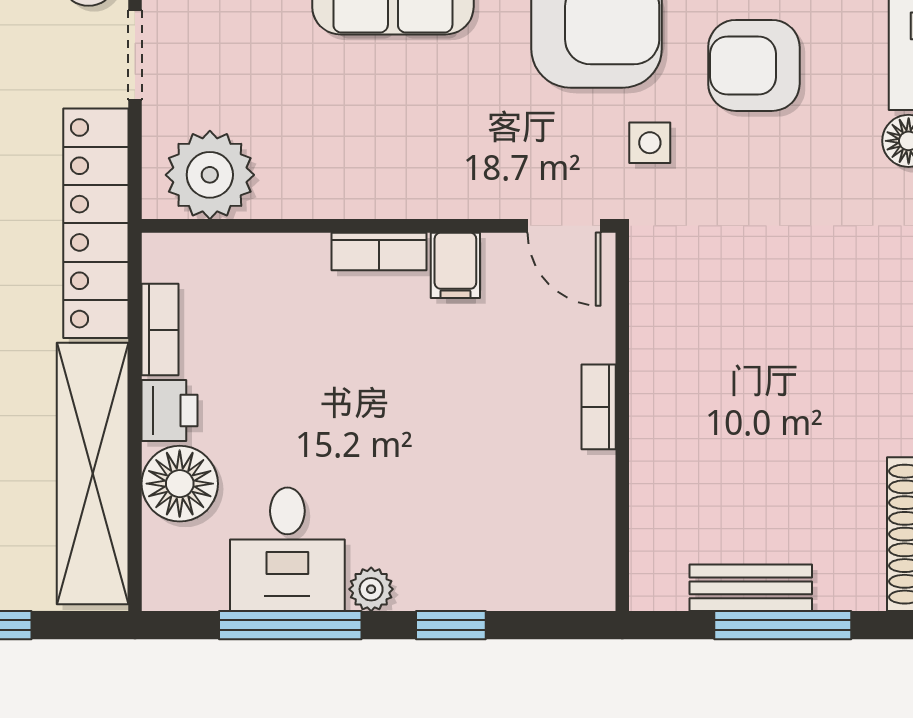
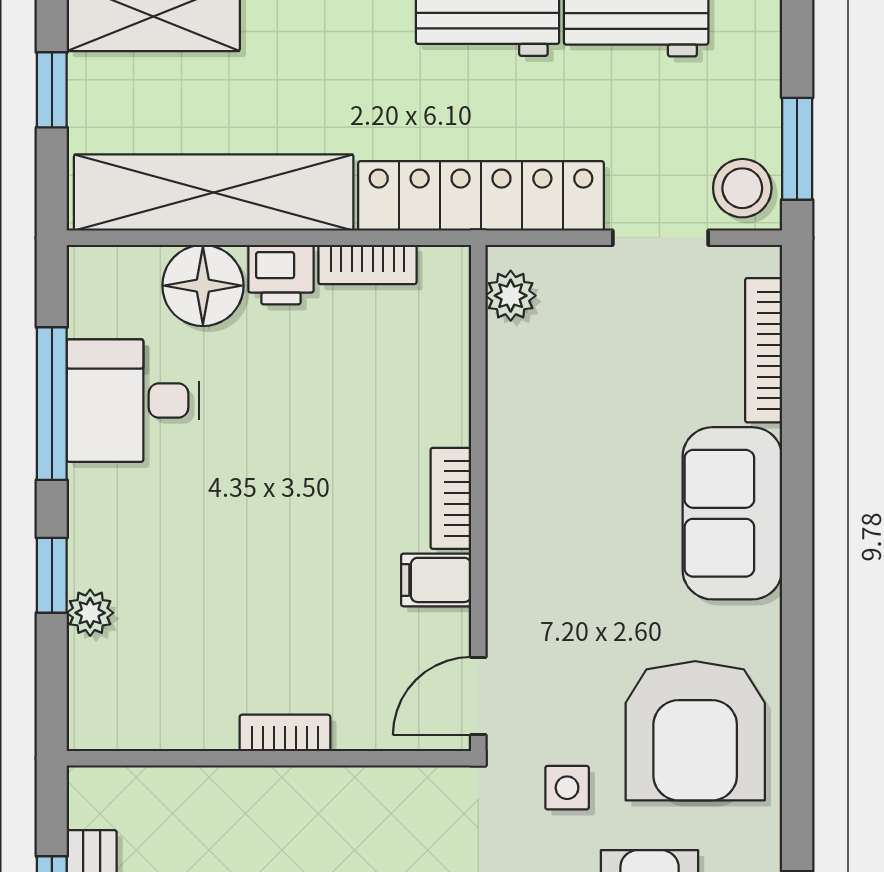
plant: (210, 175) -> (511, 296), width x0.53, depth x0.53
plant: (371, 589) -> (90, 613), moved

